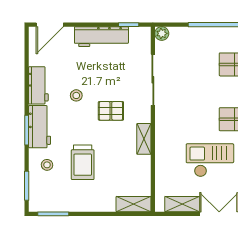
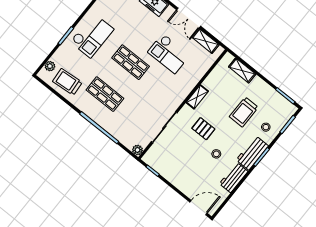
workbench: (101, 37) -> (174, 176), removed
trolley: (83, 162) -> (244, 112), turned 180
shelving: (134, 204) -> (242, 70), moved

